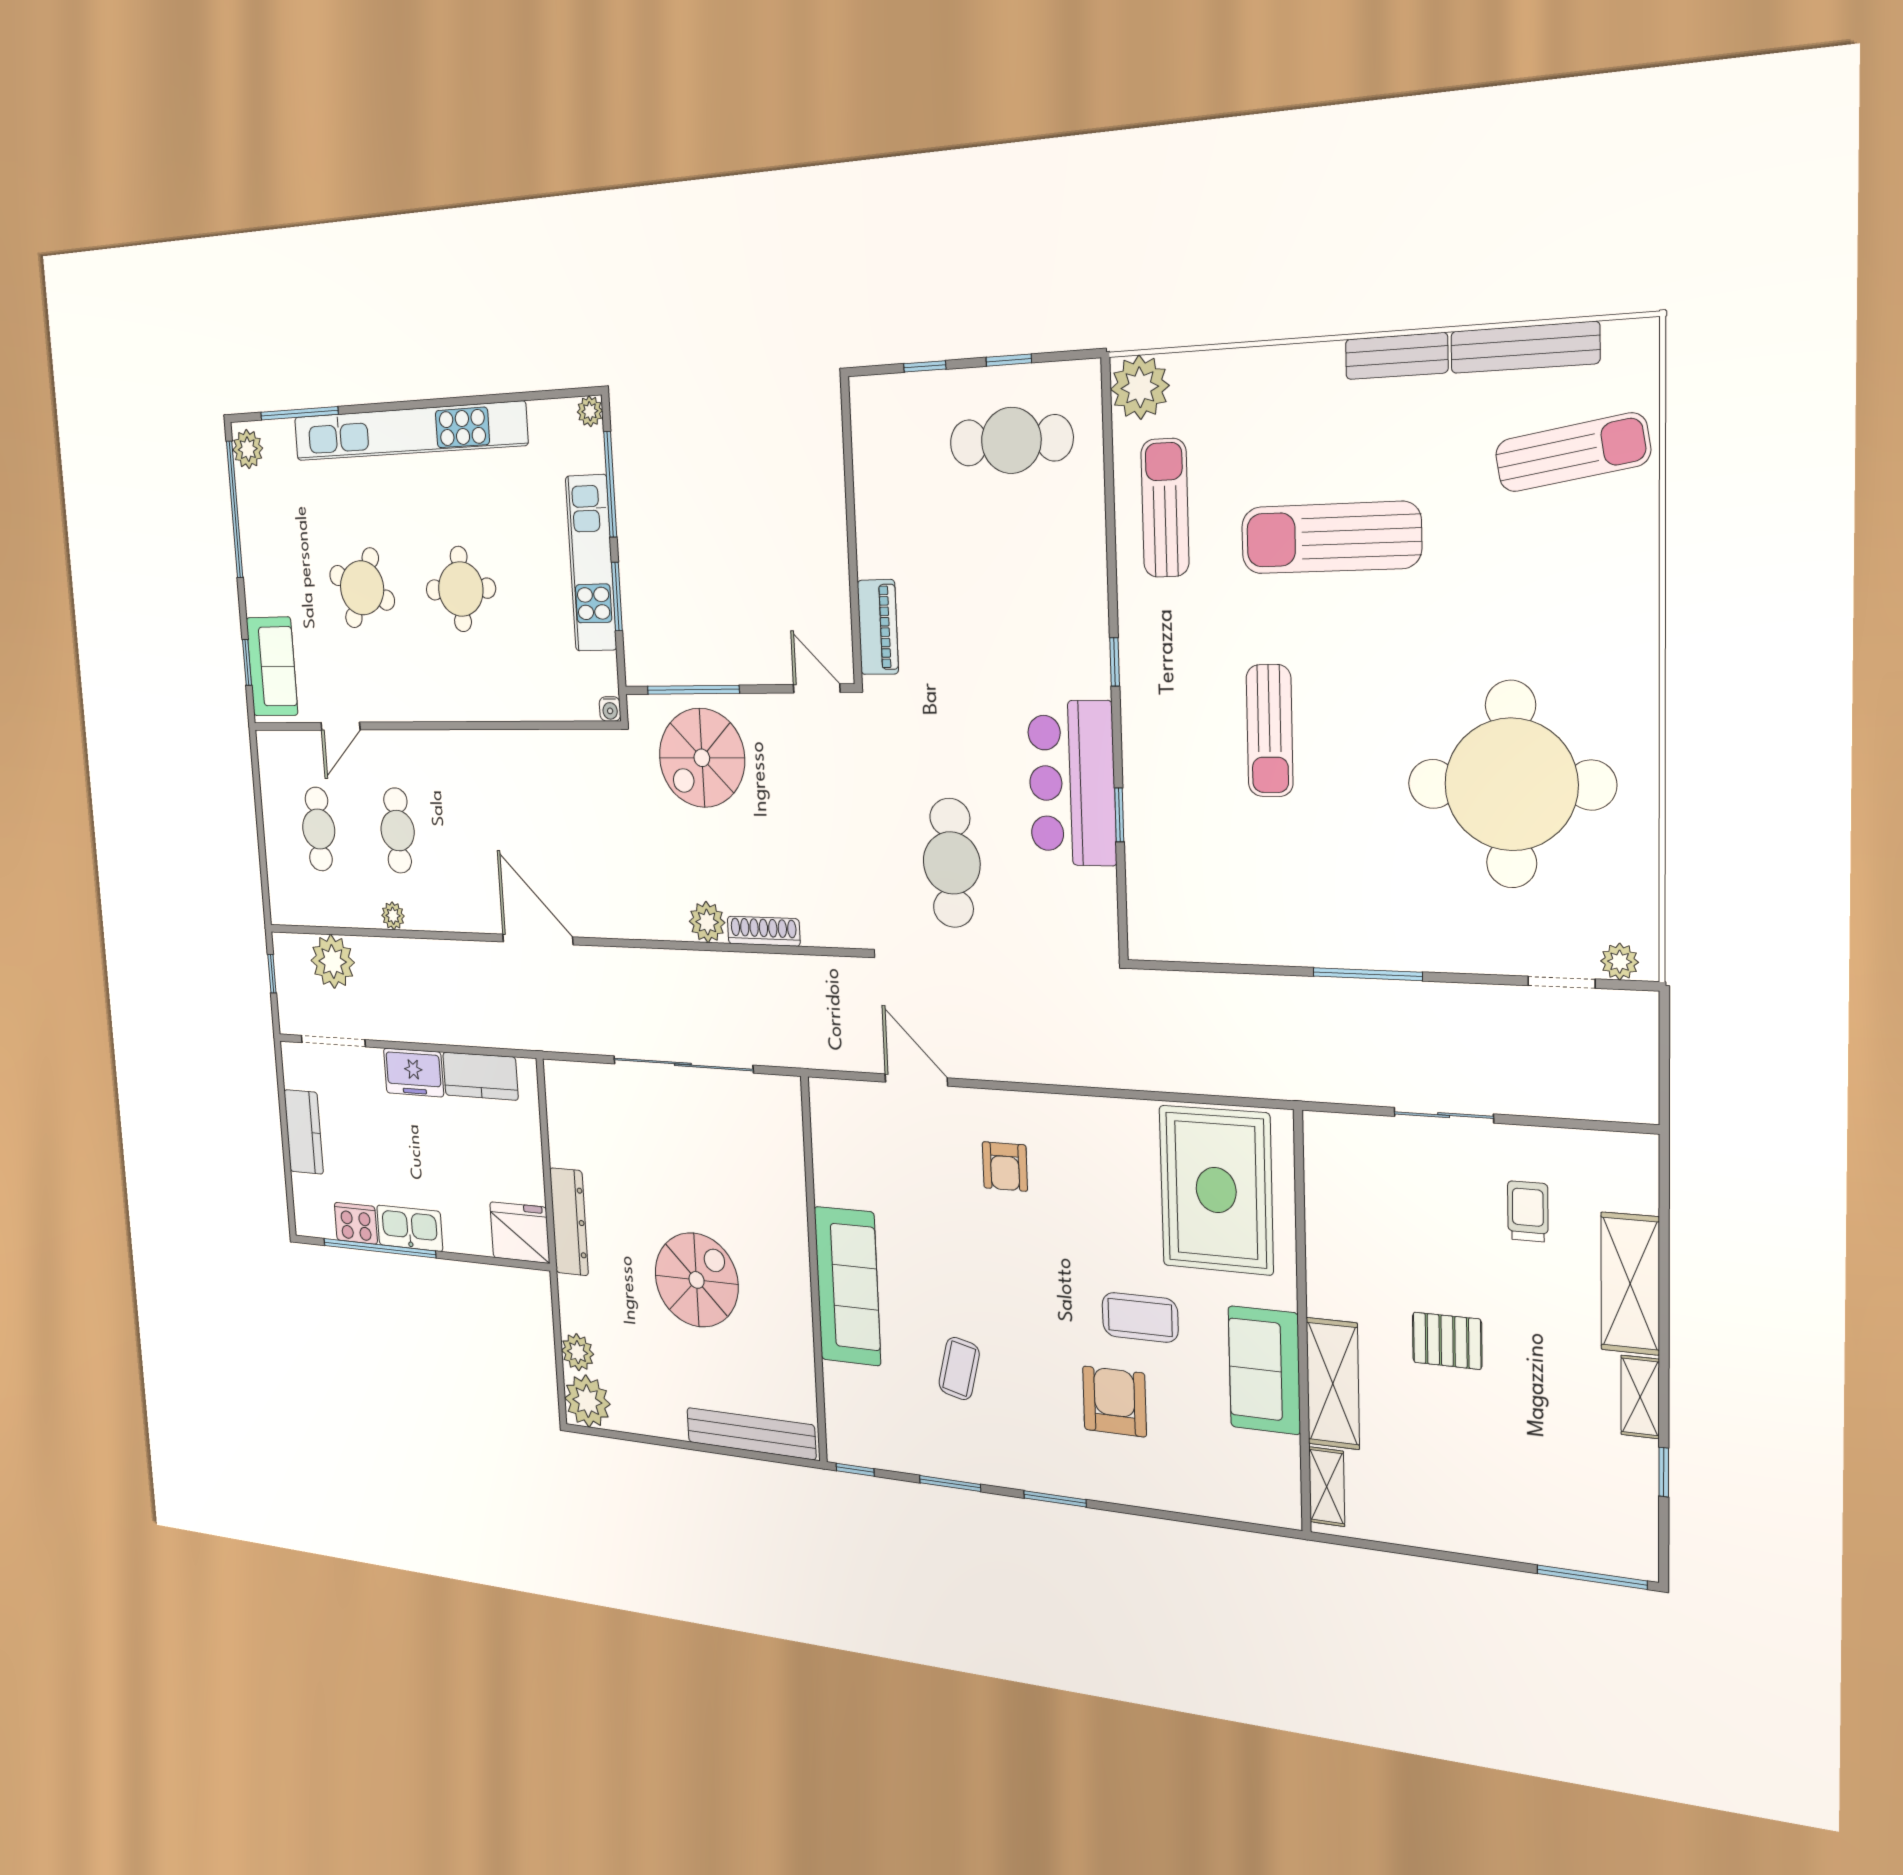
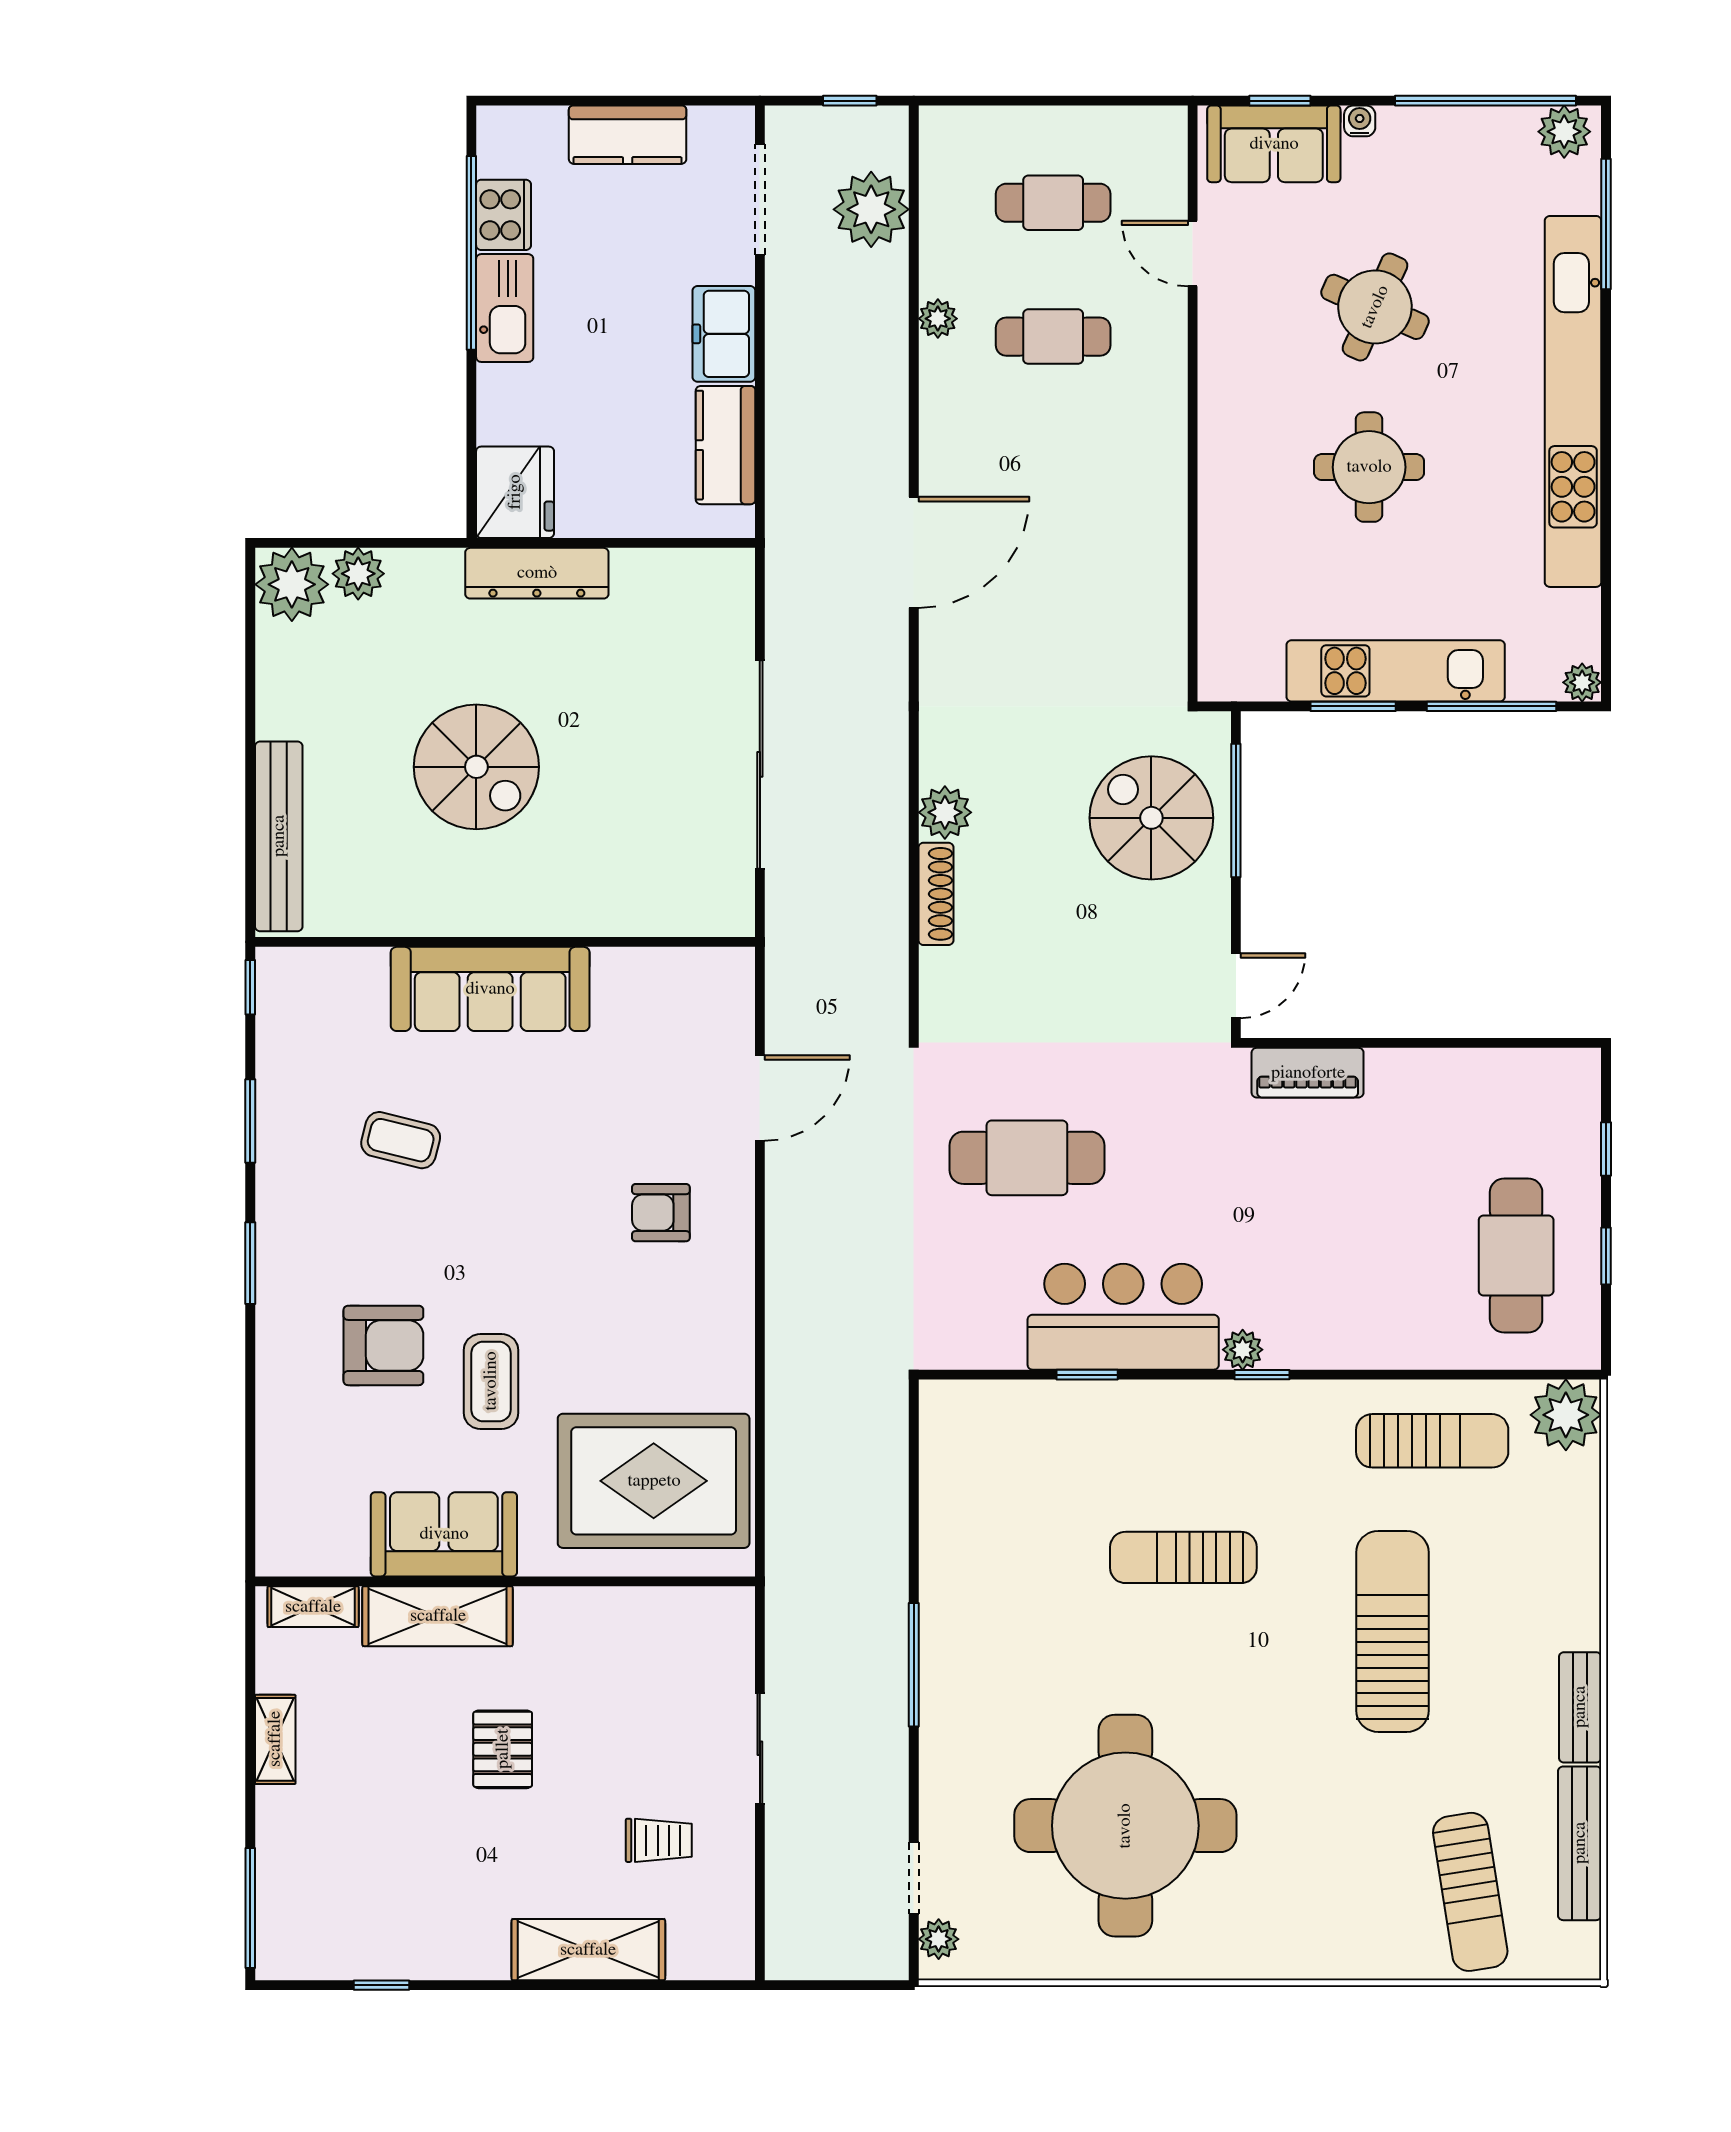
plant: (1095, 679) -> (1243, 1350), added
water cooler: (610, 709) -> (1360, 121), moved, turned 90
shelving: (1640, 1397) -> (275, 1739), moved, turned 90

